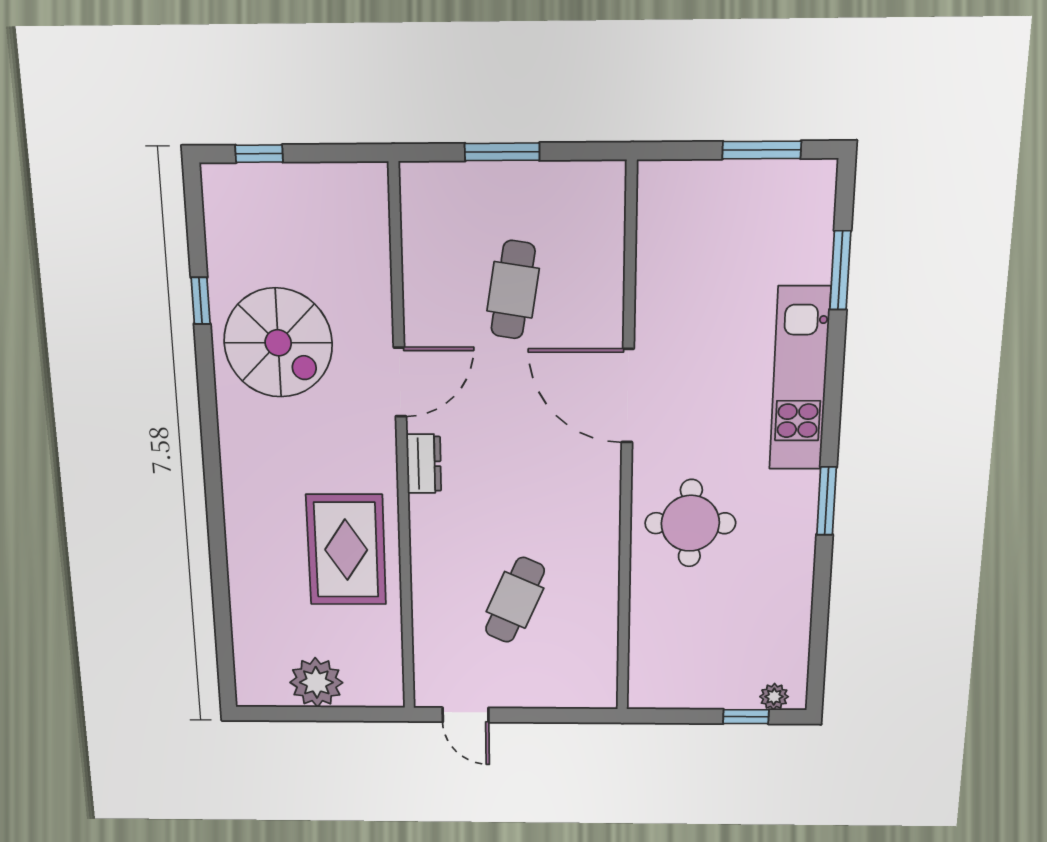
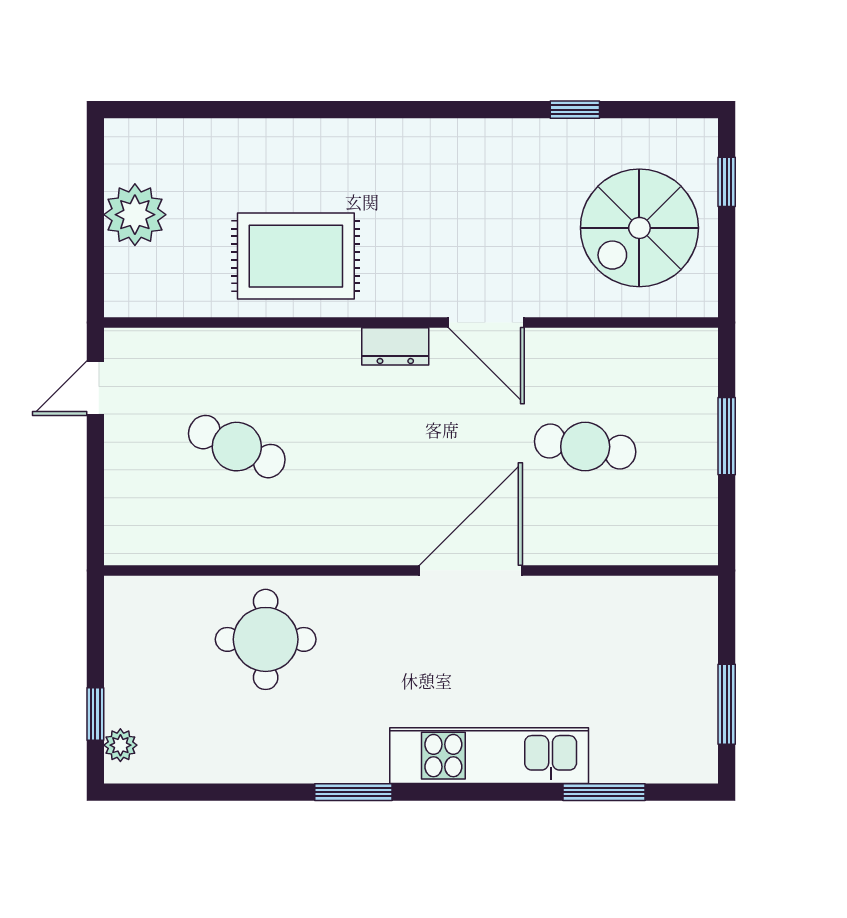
spiral stairs: (278, 343) -> (639, 228), moved
round table: (690, 523) -> (266, 639), moved

